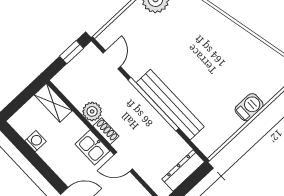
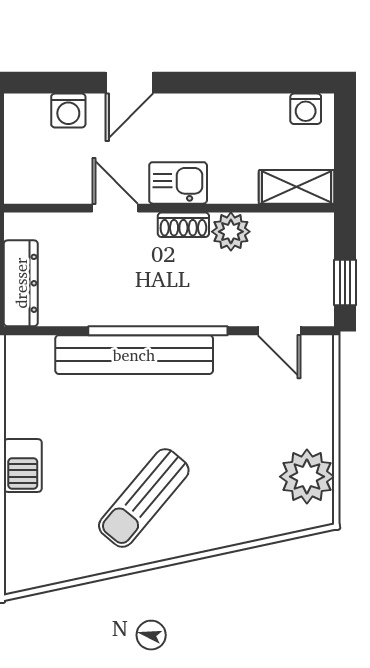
sun lounger: (219, 52) -> (144, 498), added
washing machine: (35, 141) -> (306, 109), moved
door: (123, 162) -> (115, 208), hinge flipped

